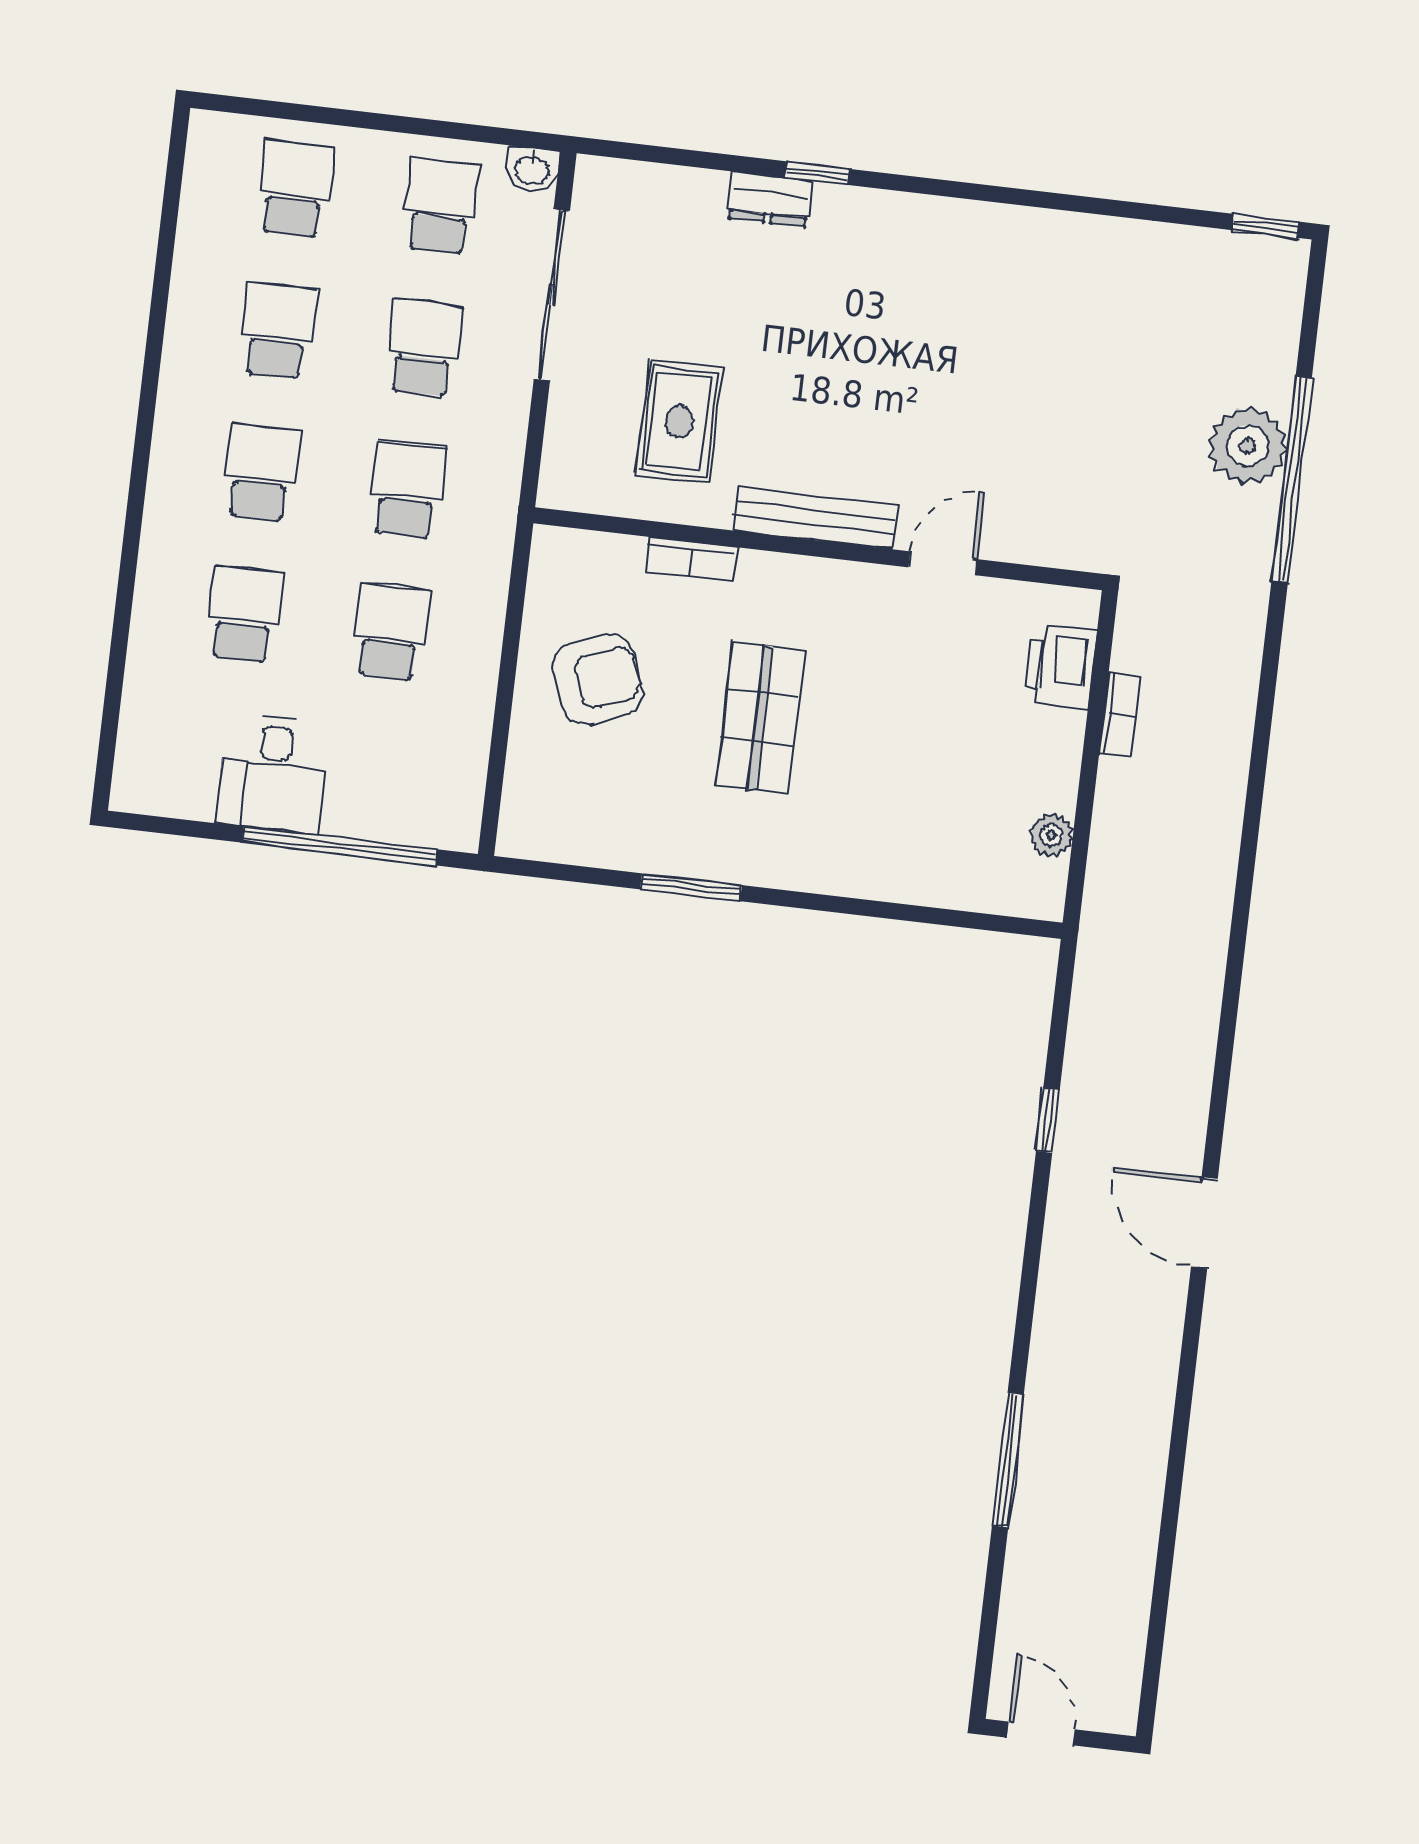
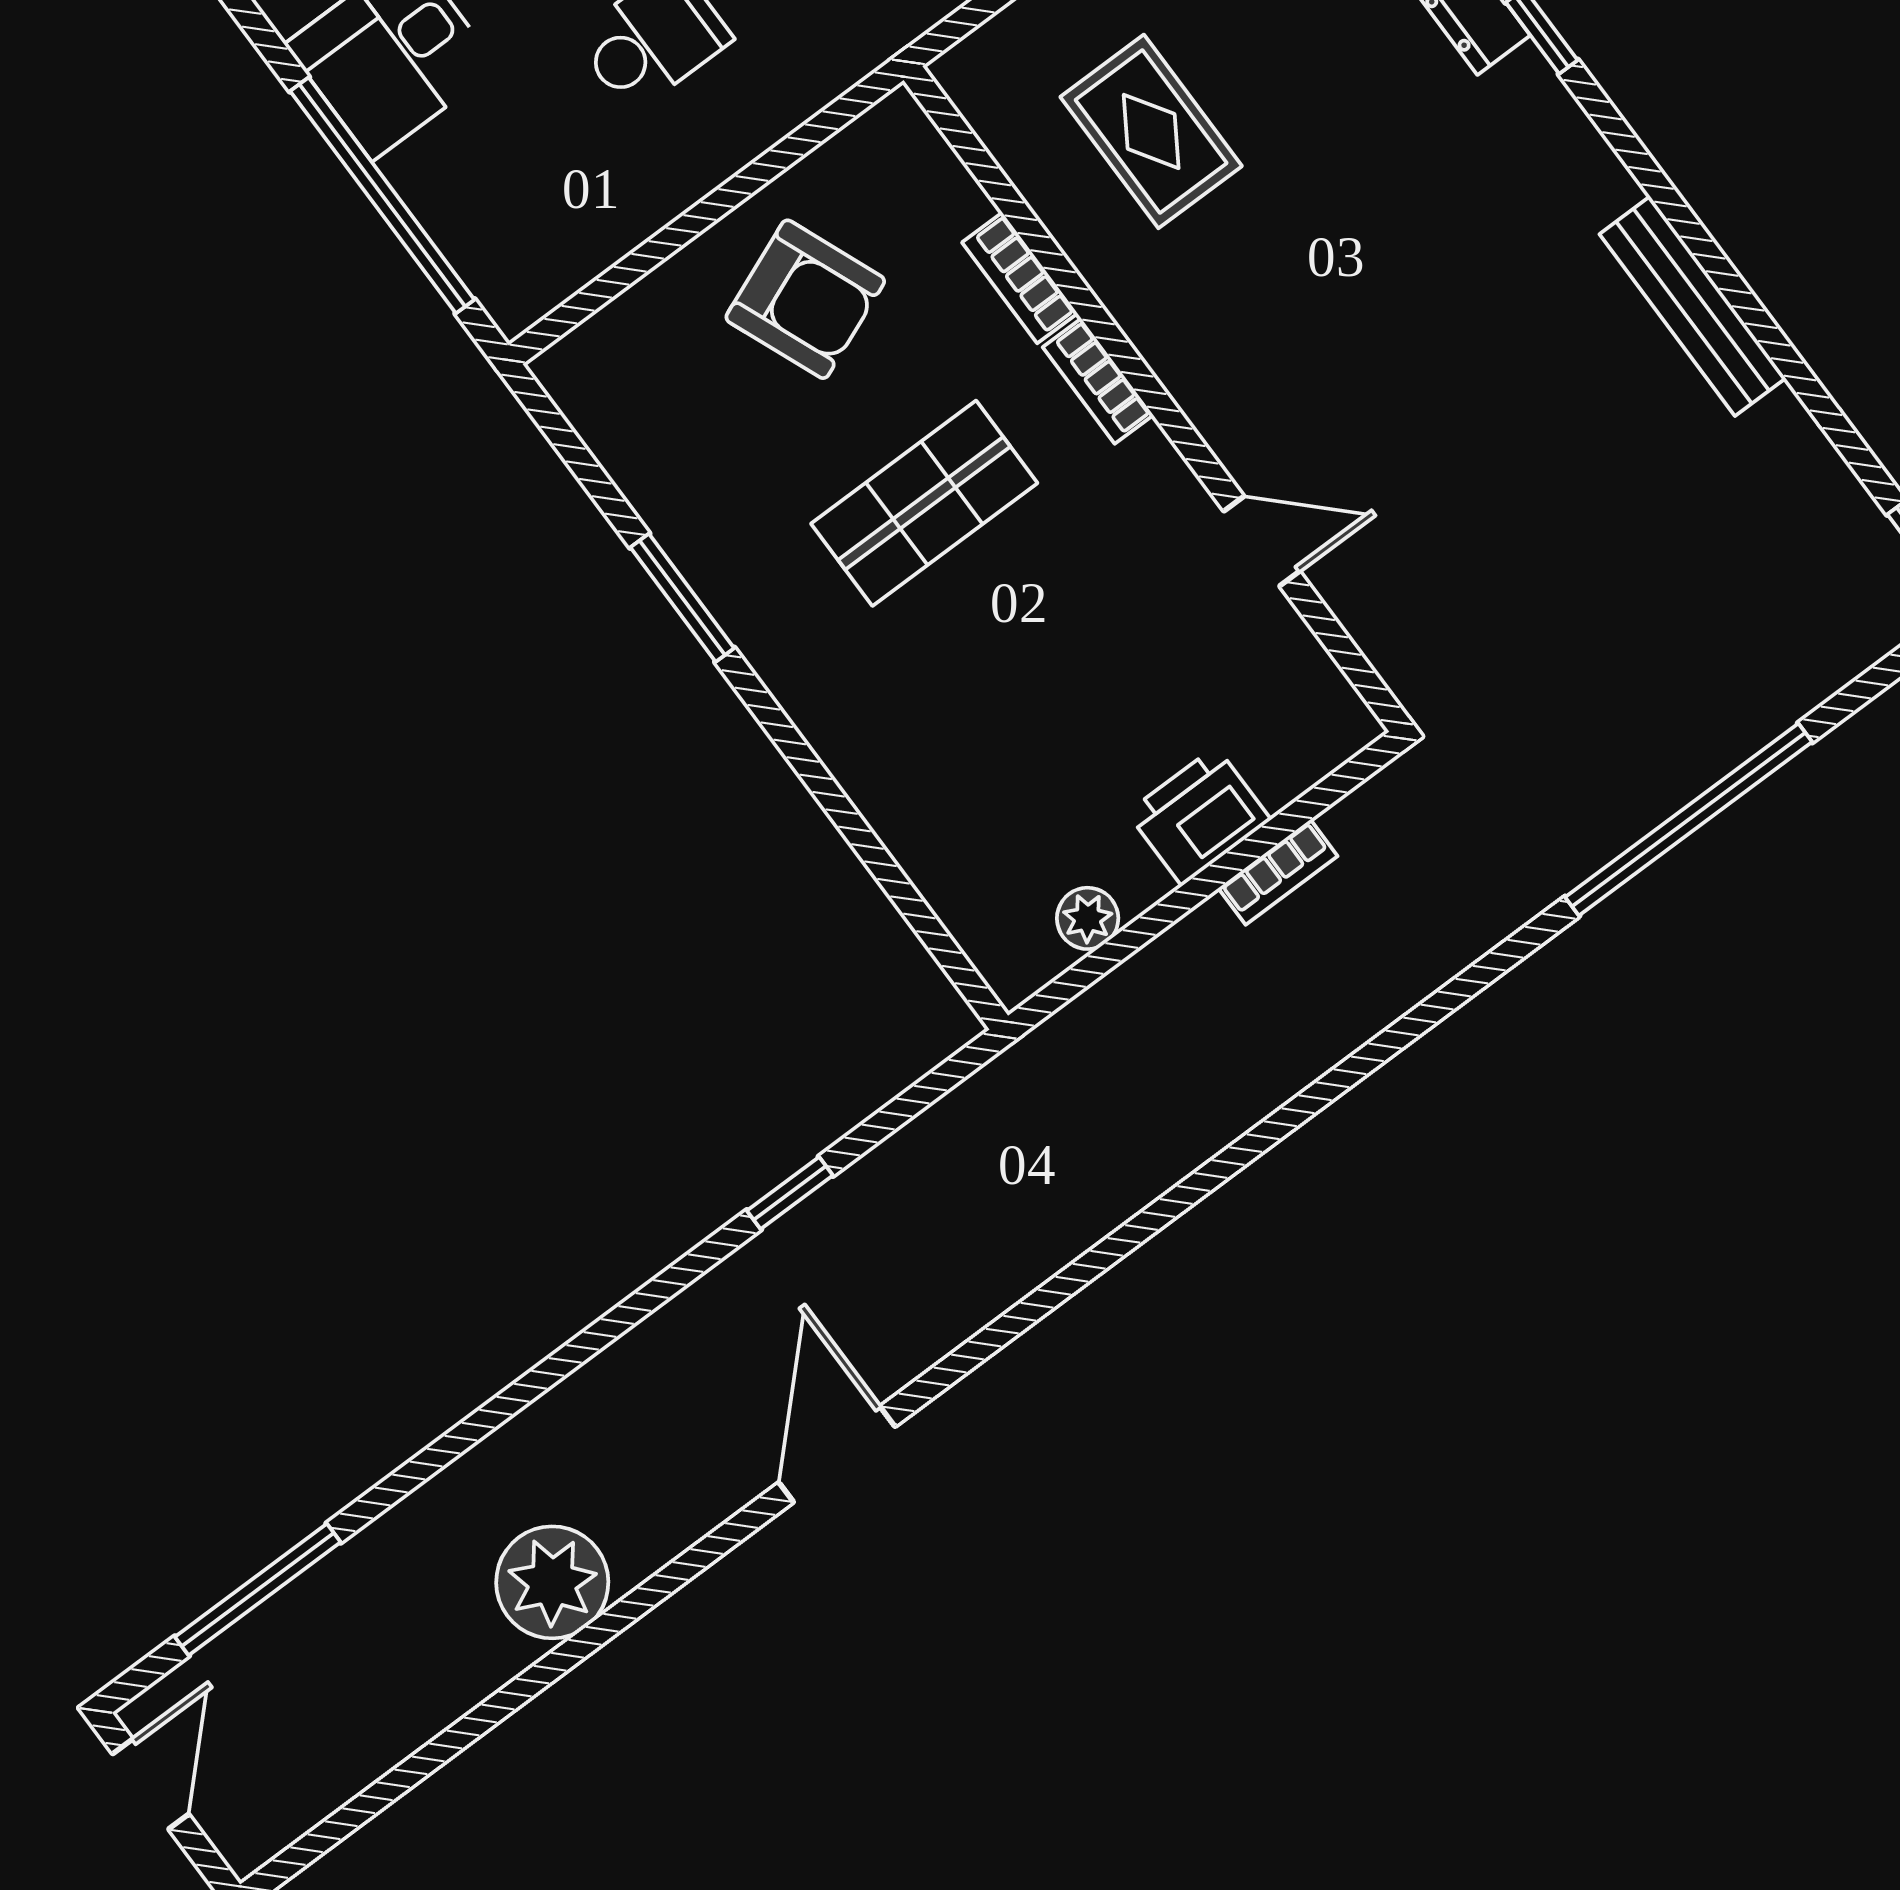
rug: (679, 422) -> (1151, 131), turned 90
plant: (1248, 446) -> (552, 1582), moved
bench: (815, 518) -> (1693, 306), moved
bookcase: (781, 570) -> (1098, 381), added
printer: (1060, 667) -> (1199, 816), moved
window: (1008, 1460) -> (258, 1589), moved

